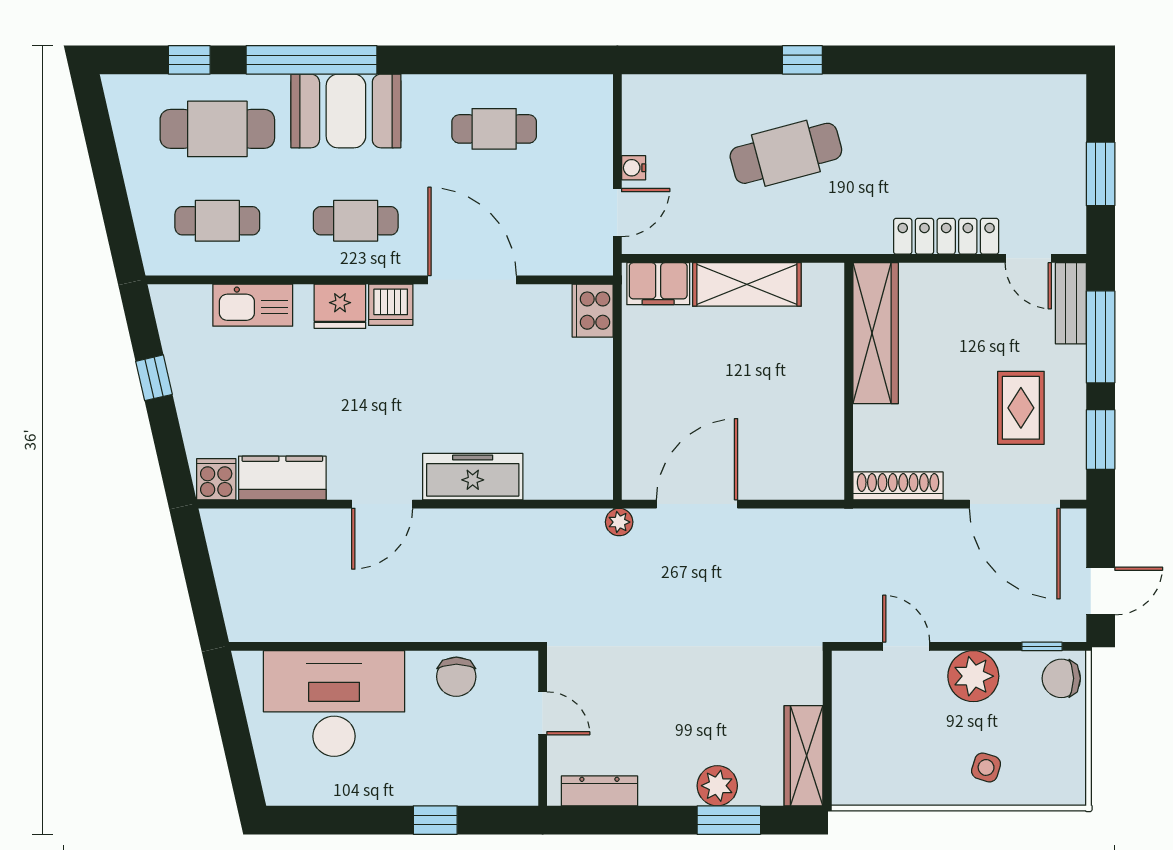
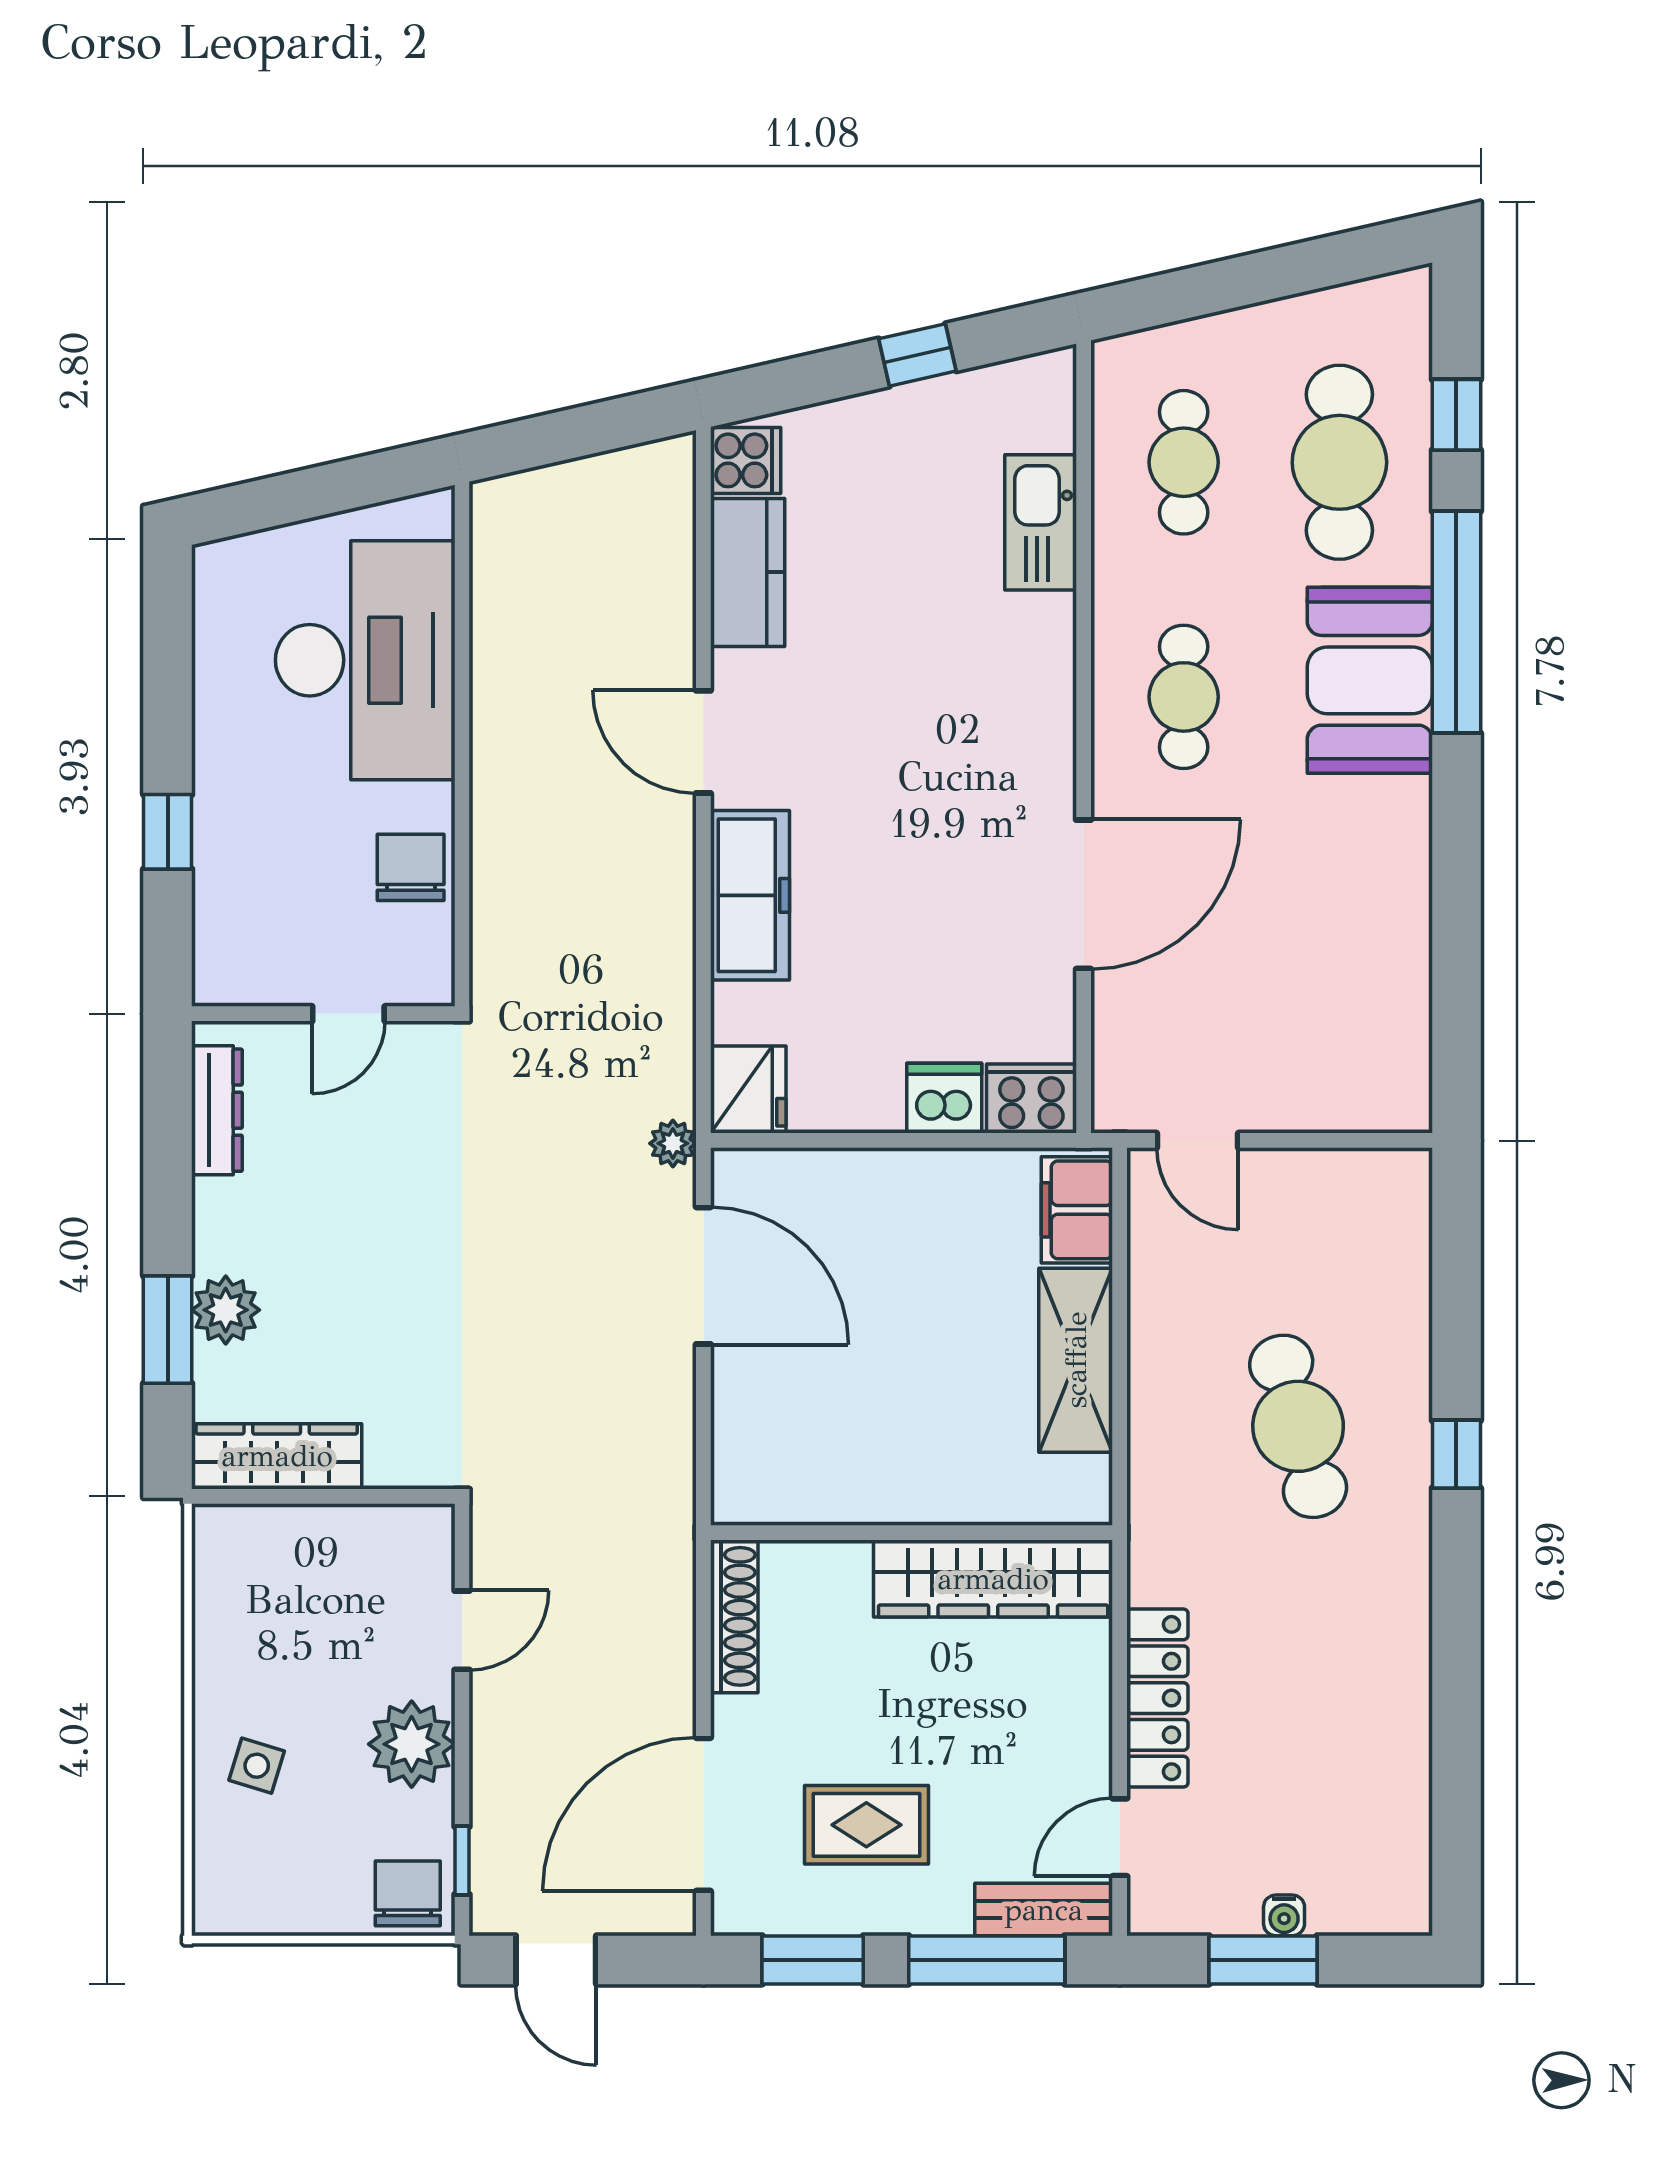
cafe table: (494, 129) -> (1339, 932), removed
water cooler: (634, 168) -> (1284, 1915), moved, turned 180
dishwasher: (391, 305) -> (944, 1098), moved, turned 90
fridge: (340, 306) -> (748, 1090), moved, turned 180
chair: (456, 677) -> (411, 867), turned 90

